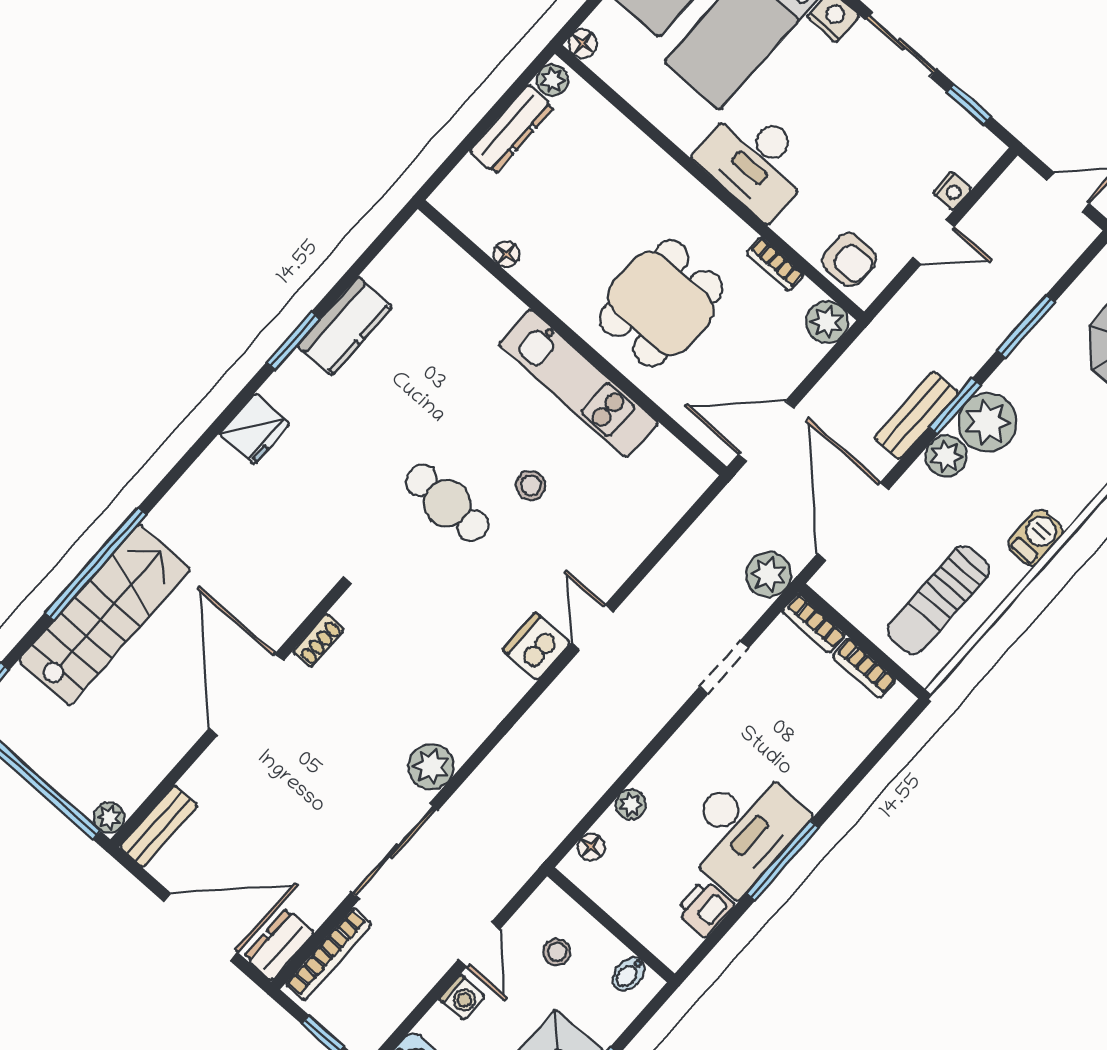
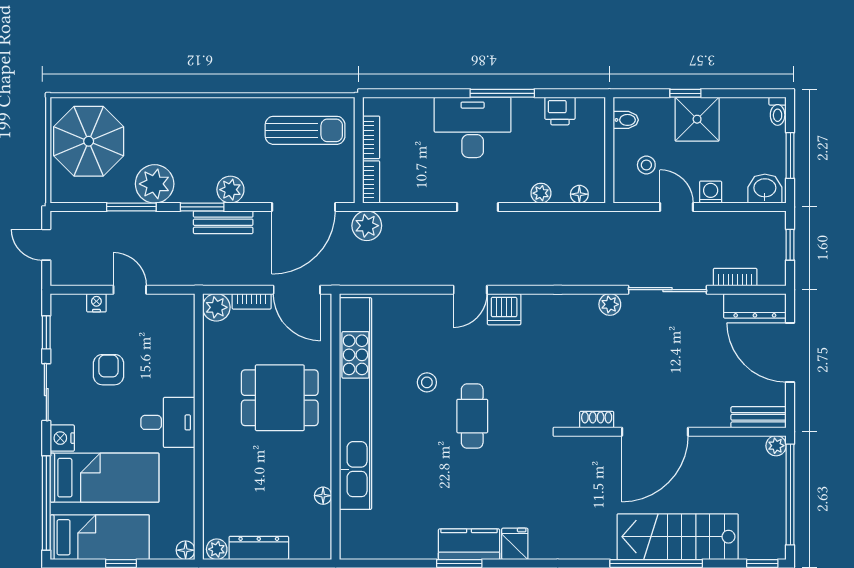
desk: (756, 161) -> (168, 422), width x0.73
armchair: (849, 260) -> (109, 370), moved
bookcase: (775, 264) -> (252, 301), moved, turned 90
kitchen counter: (345, 326) -> (469, 544), moved
kitchen unit: (578, 383) -> (355, 404), width x1.86
plant: (987, 422) -> (155, 184), moved
fridge: (255, 429) -> (515, 544), width x0.72
barbecue: (1035, 538) -> (232, 110), removed
doorway: (724, 667) -> (477, 207), moved
plant: (431, 767) -> (610, 304), width x0.73, depth x0.73
desk: (742, 829) -> (473, 127), moved
door: (479, 944) -> (677, 207), hinge flipped
dresser: (279, 945) -> (755, 306), width x1.44
bookcase: (329, 954) -> (735, 277), width x0.64

